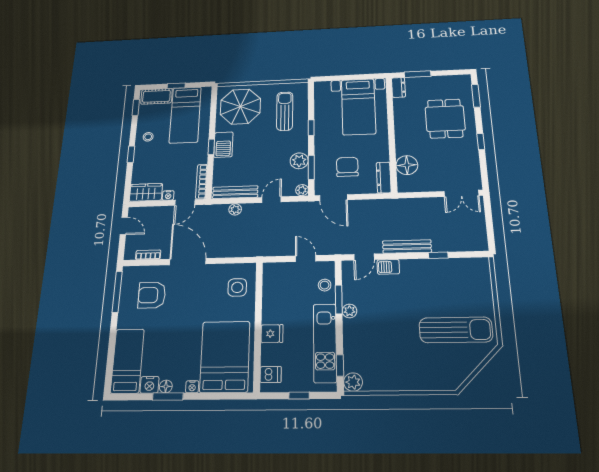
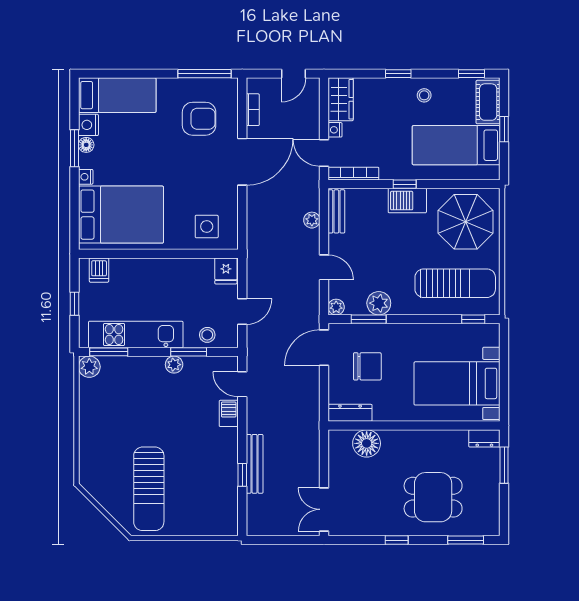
sun lounger: (285, 111) -> (455, 283), width x1.36, depth x1.34
window: (311, 127) -> (473, 319), moved
bench: (235, 192) -> (336, 211), width x0.73
bench: (407, 247) -> (255, 464), moved
armchair: (152, 295) -> (199, 119), turned 90
fridge: (272, 334) -> (226, 271), moved
window: (340, 365) -> (109, 352), width x1.50

